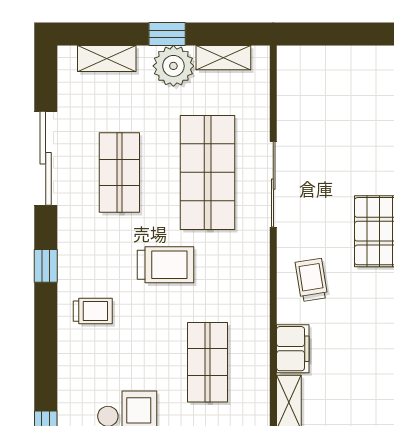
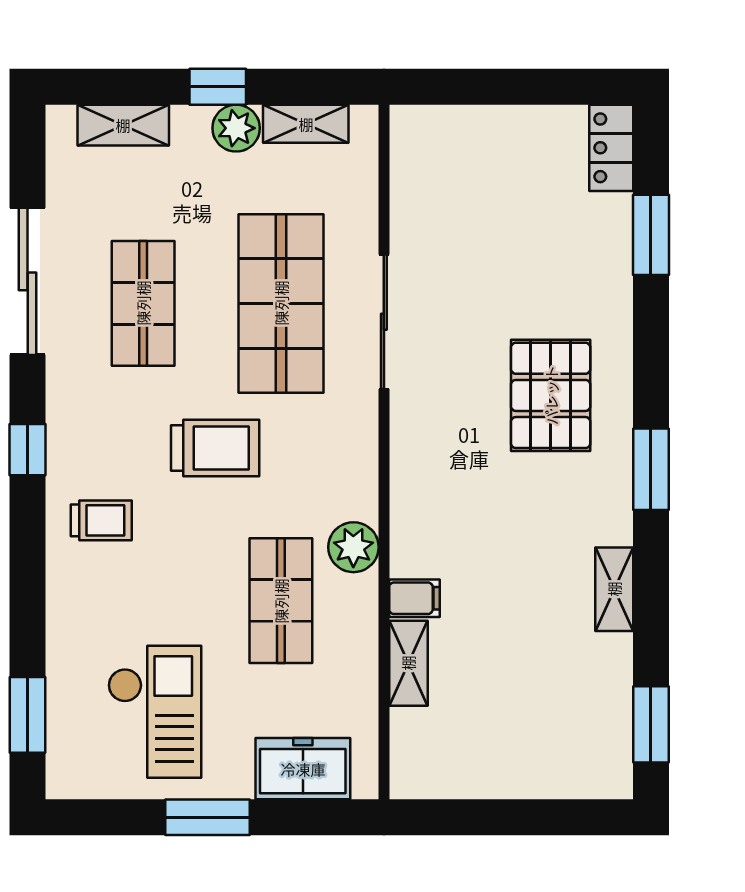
plant: (173, 66) -> (236, 128), width x0.73, depth x0.73
trolley: (311, 280) -> (444, 472), removed
plant: (254, 328) -> (353, 547), added
filing cabinet: (293, 349) -> (414, 598), width x0.50

